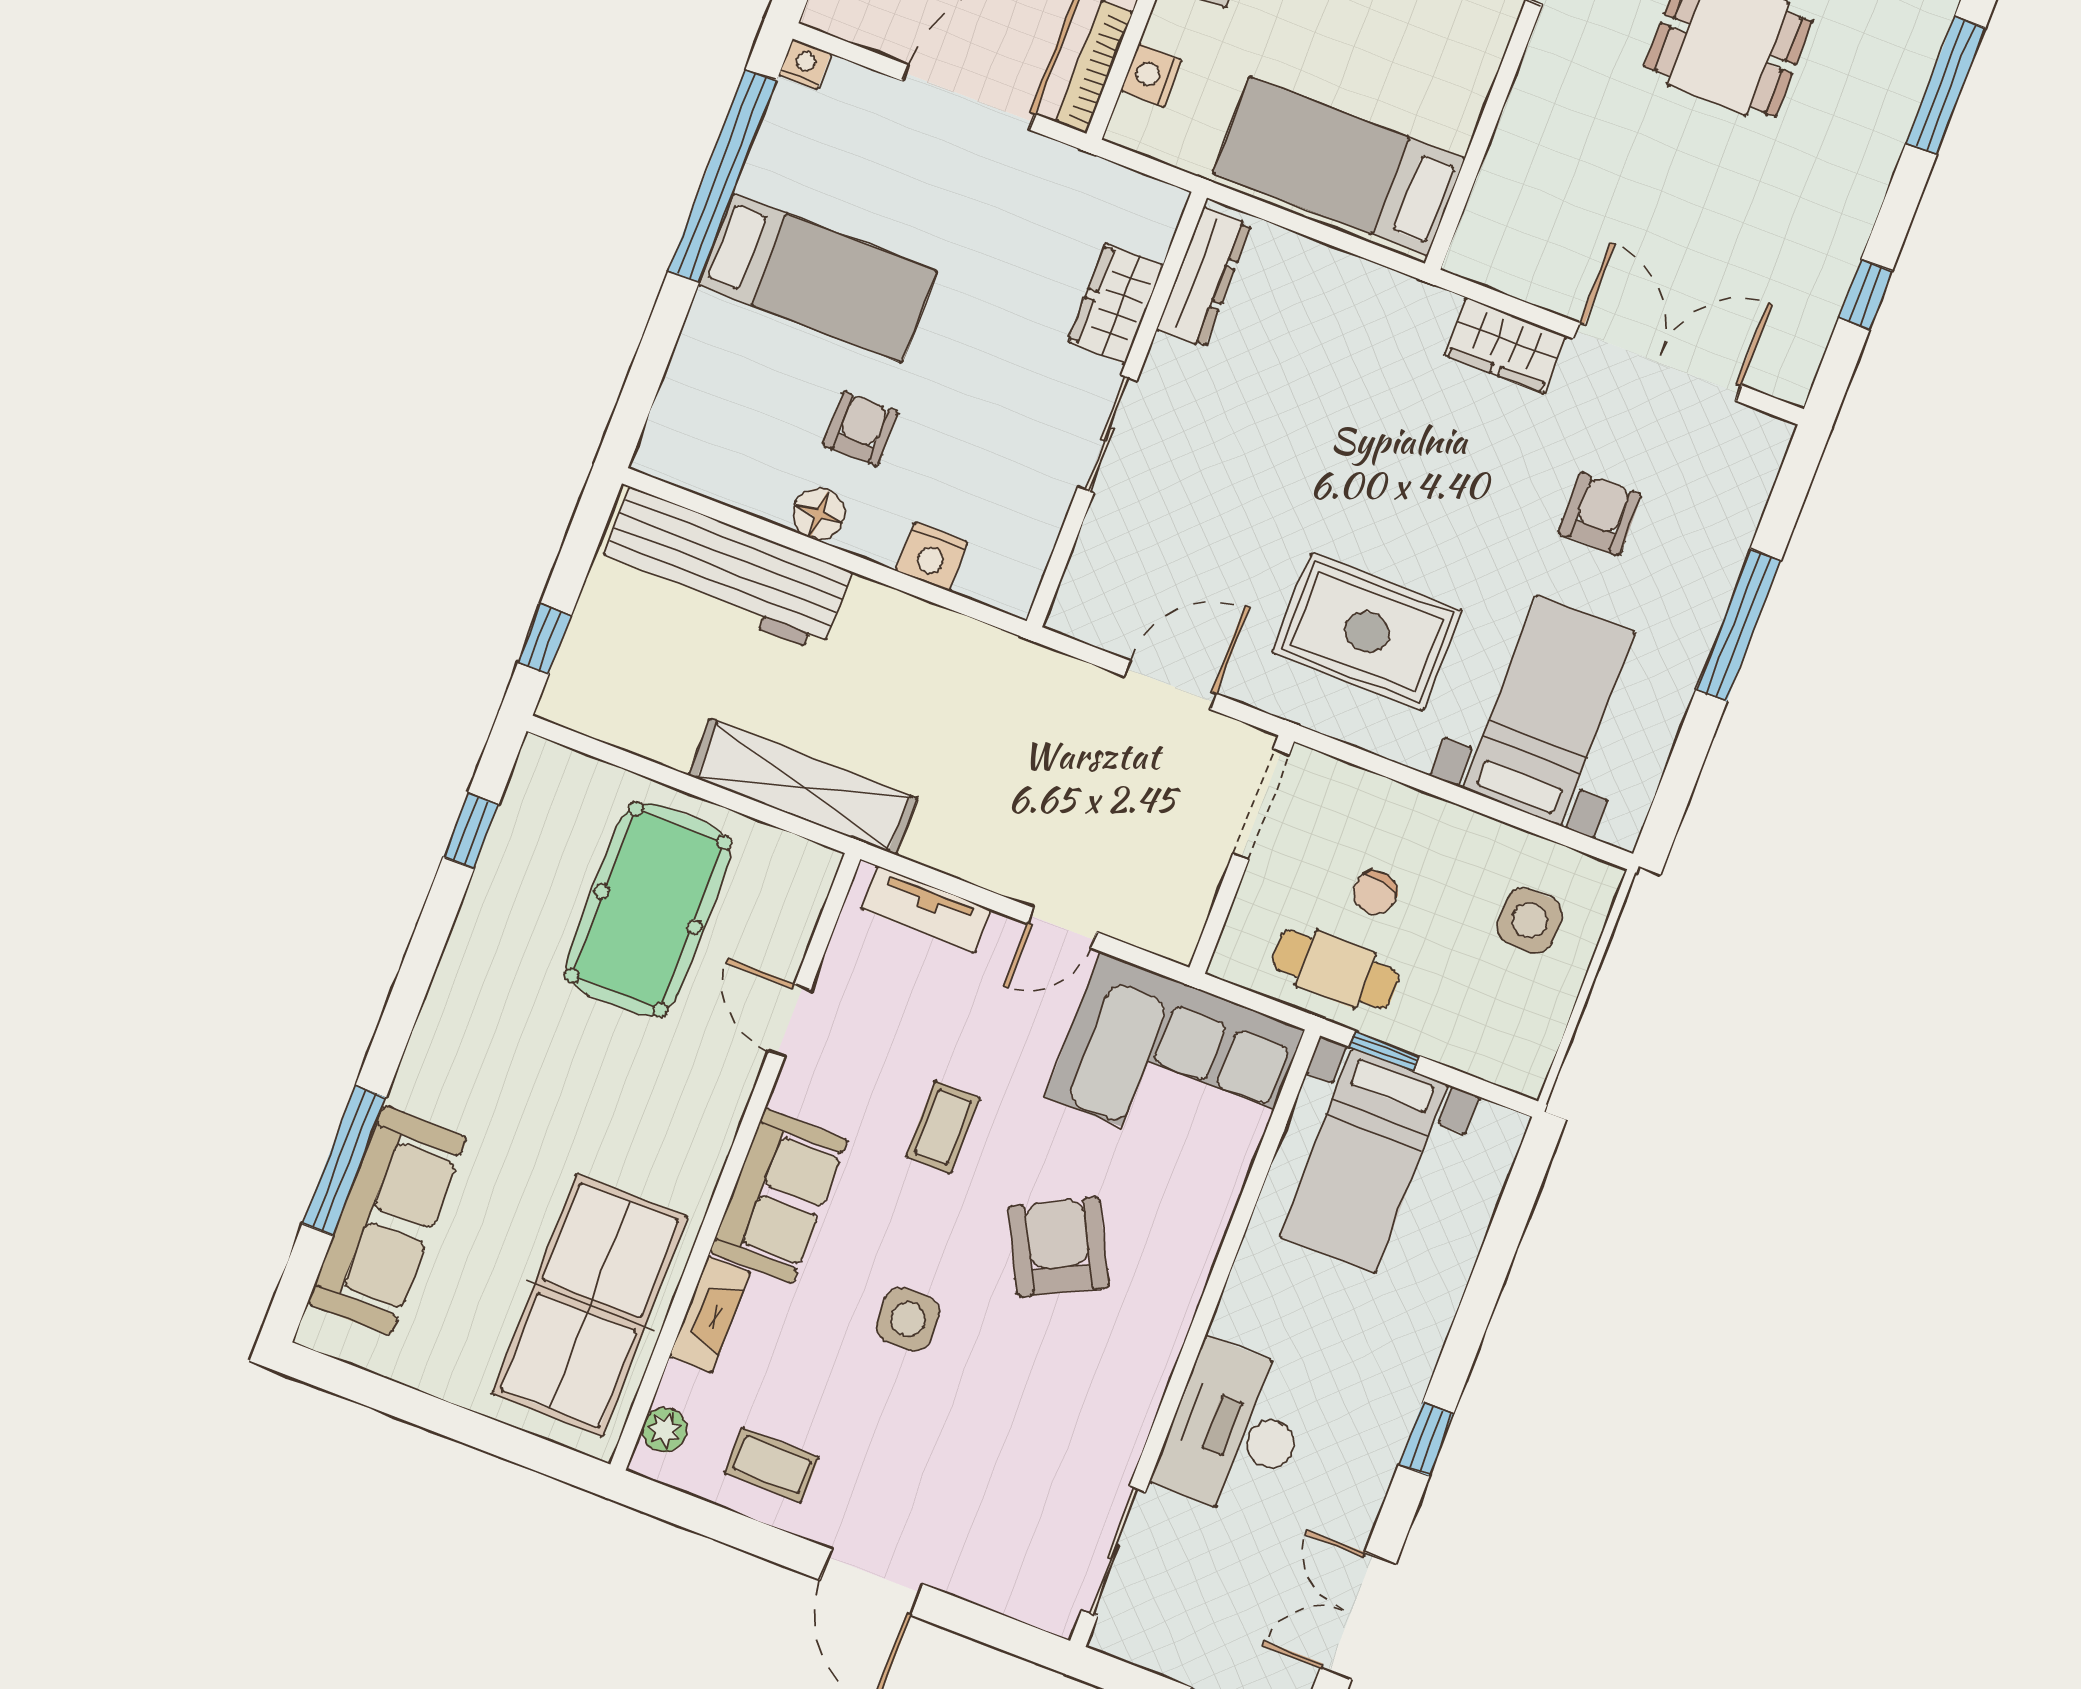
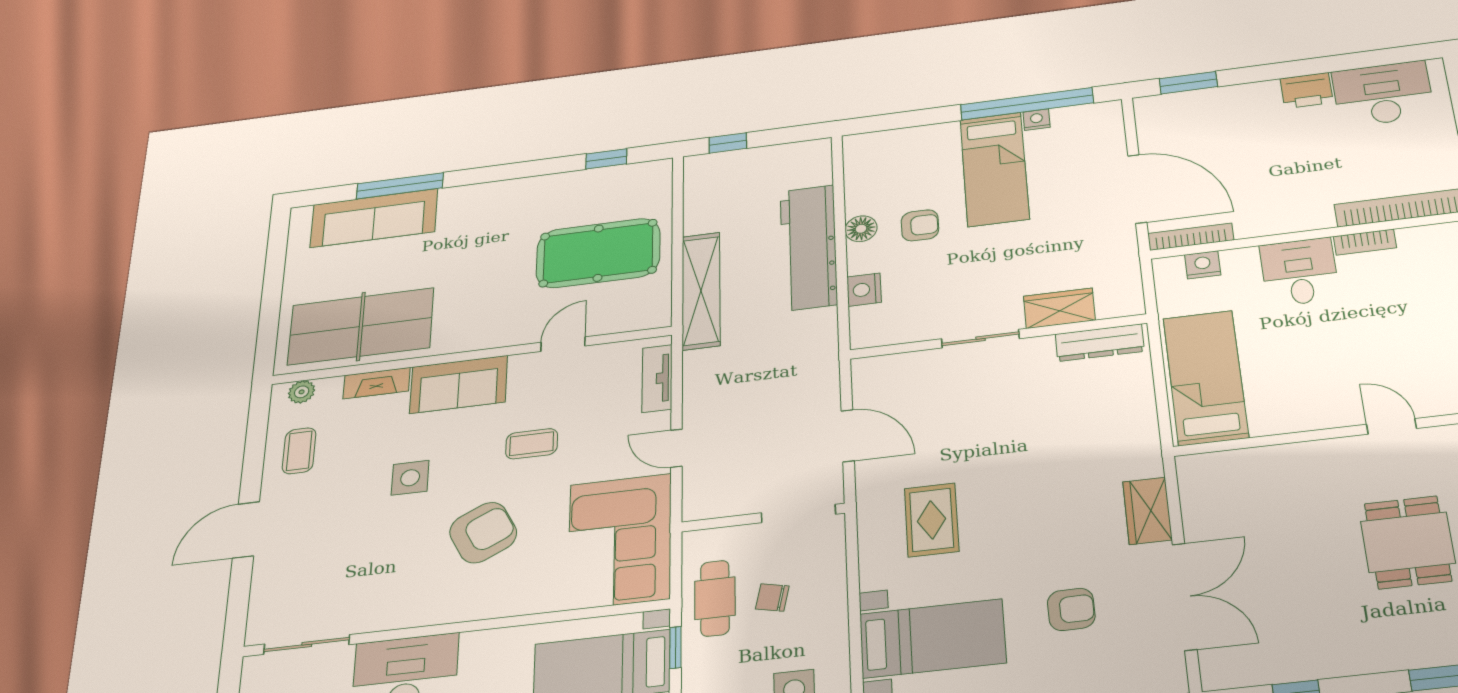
nightstand: (805, 64) -> (1037, 120), moved, turned -90
workbench: (726, 570) -> (809, 247), moved
rug: (1367, 632) -> (932, 520), width x0.73, depth x0.70

